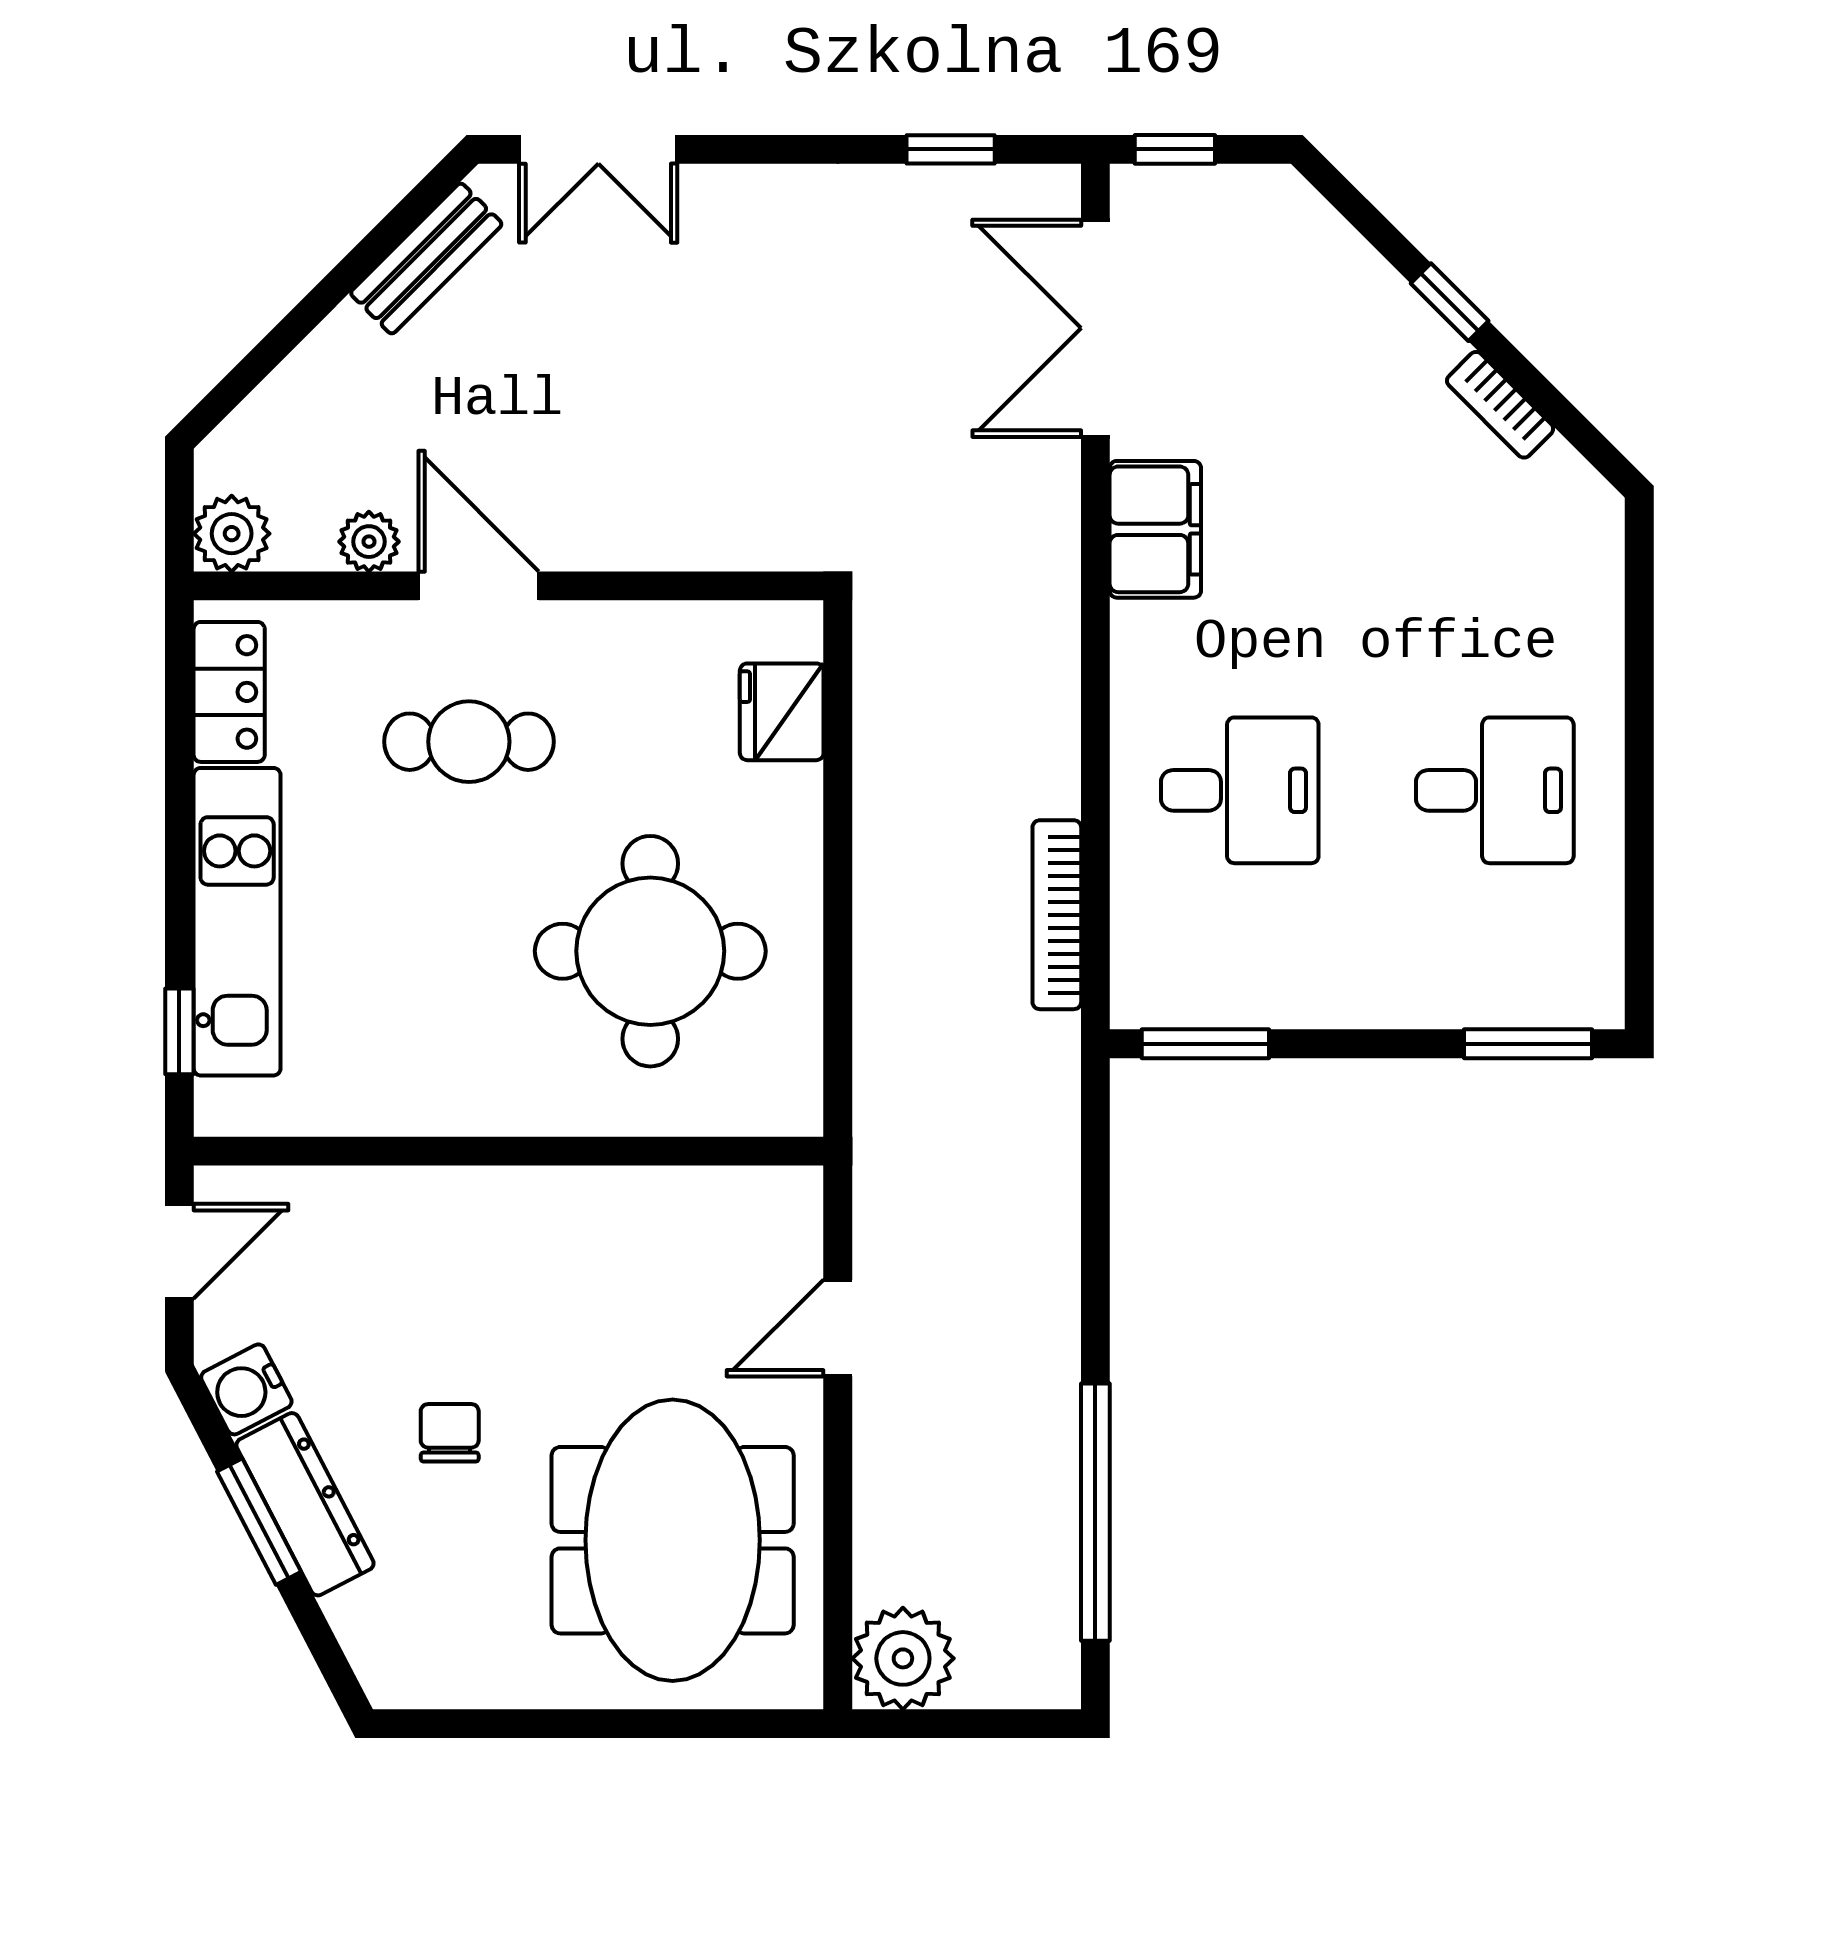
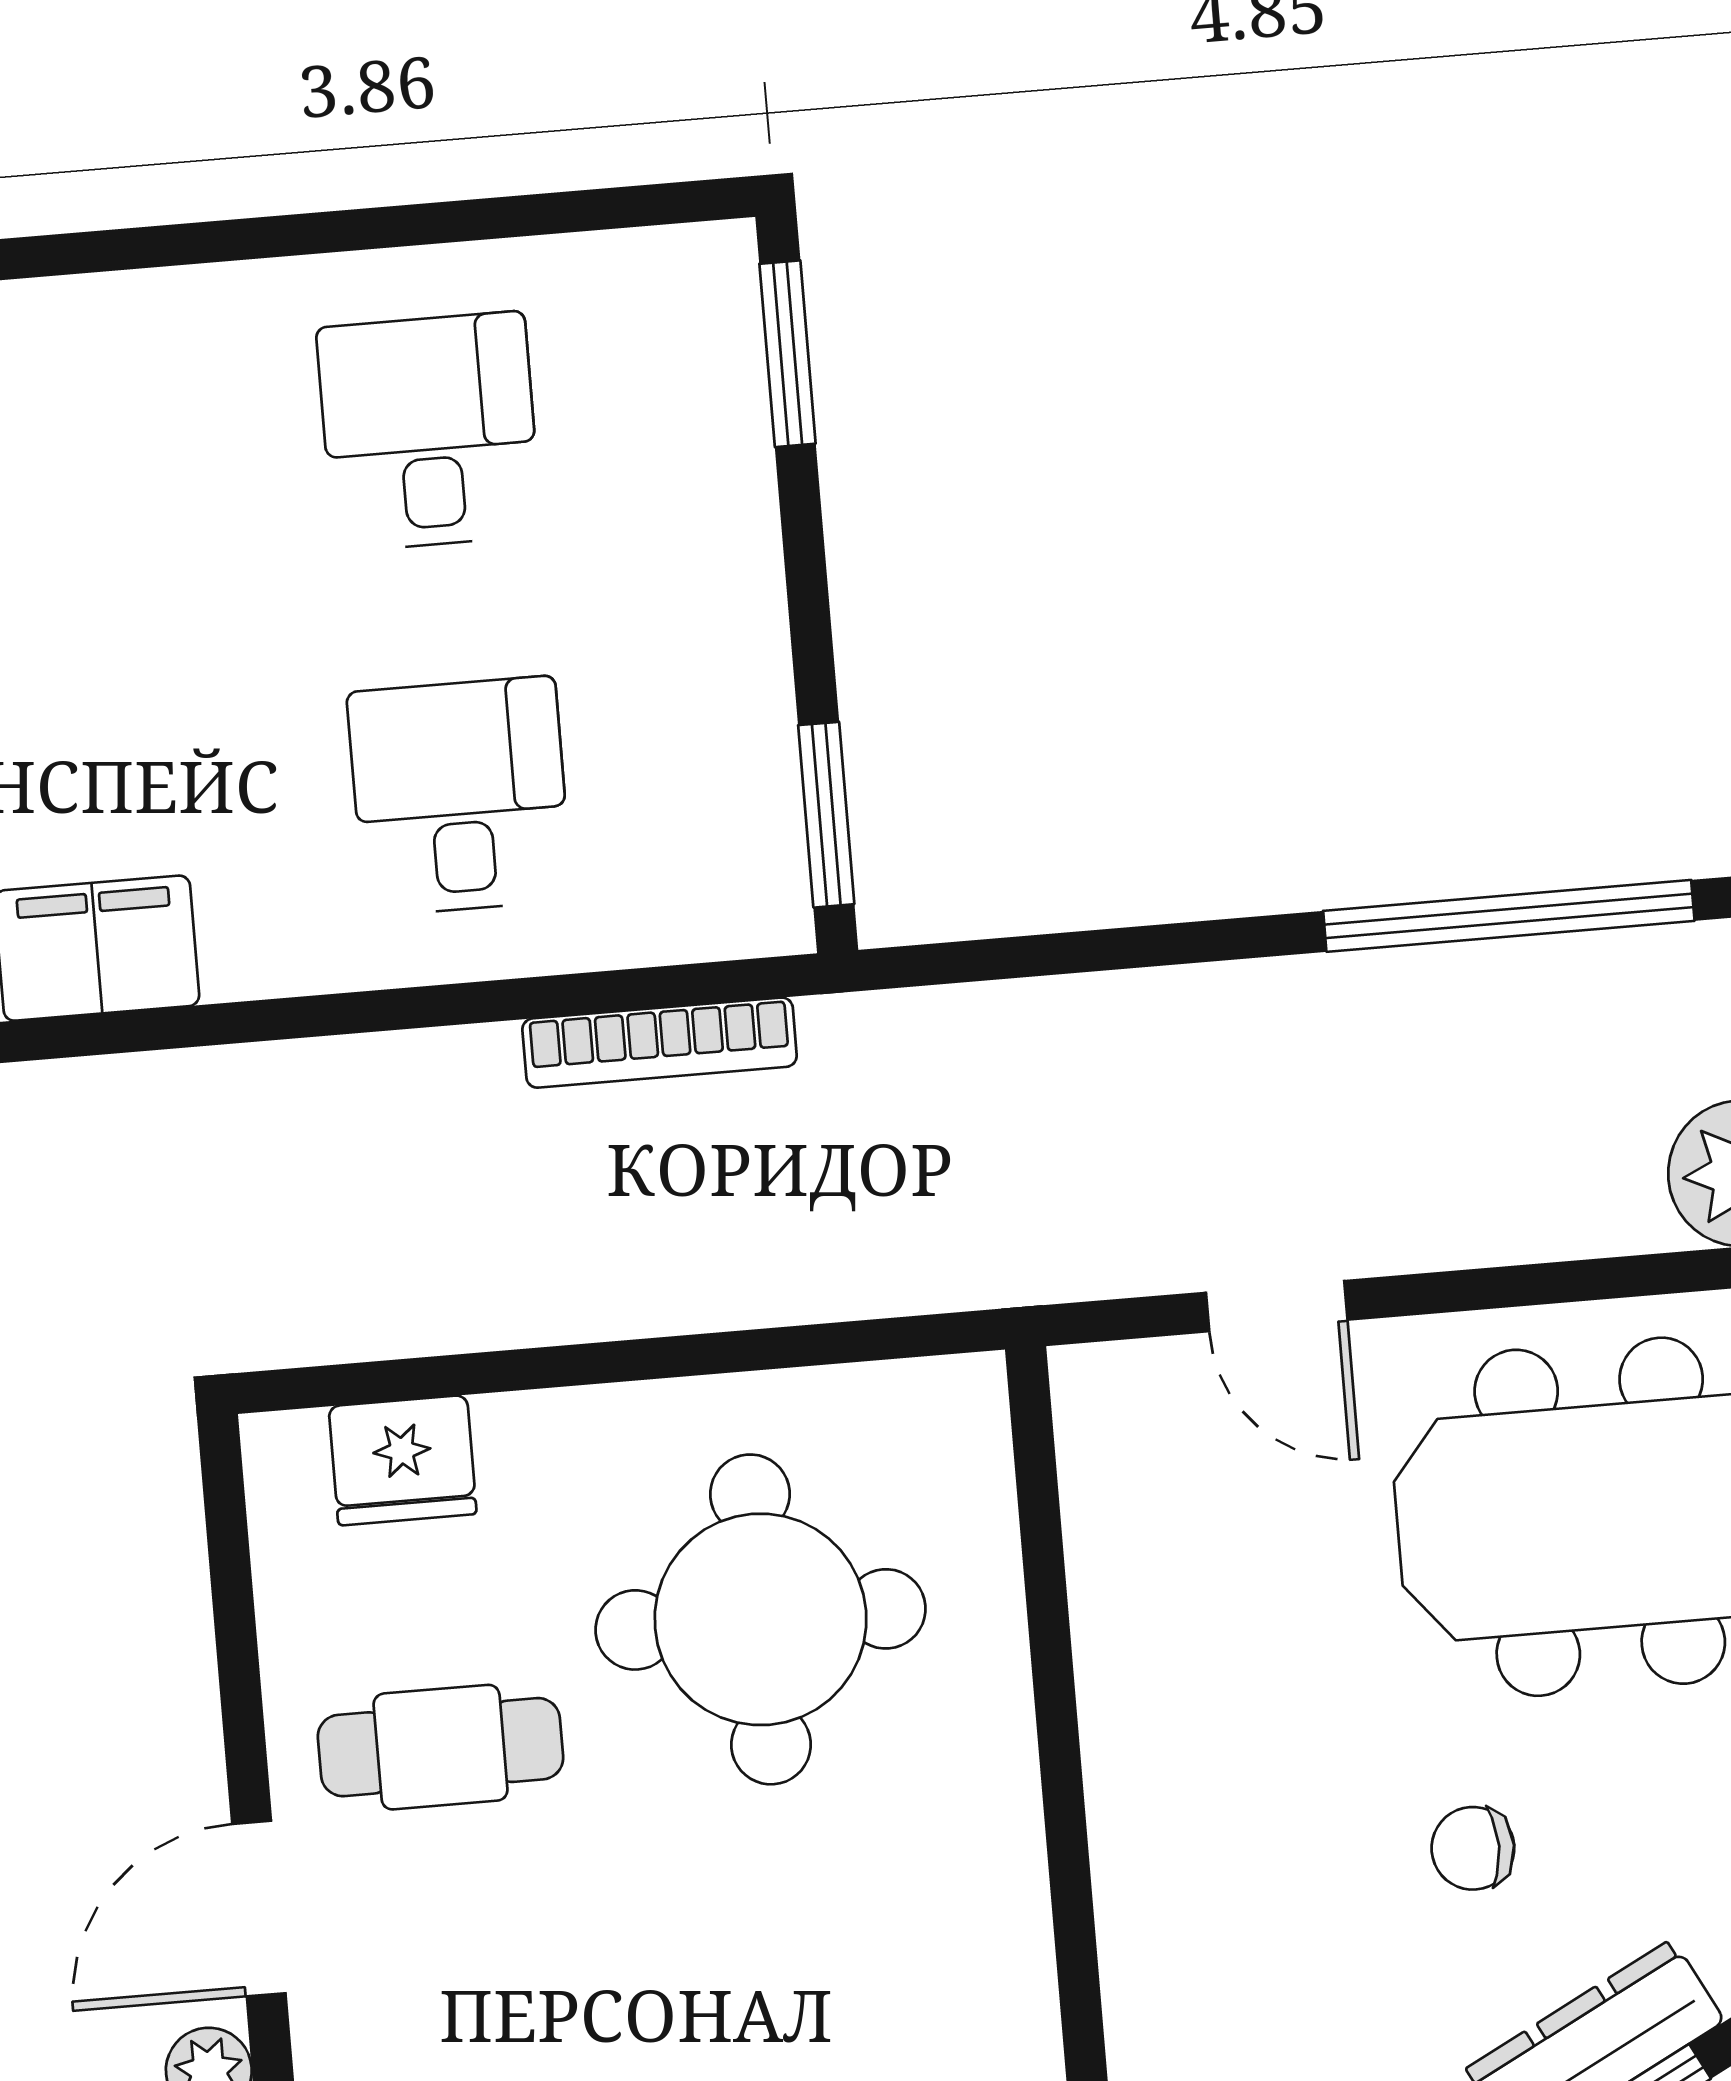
cafe table: (469, 742) -> (441, 1747), moved, turned 90

